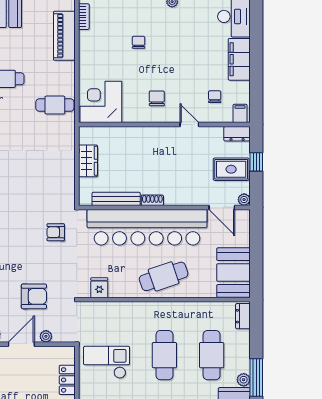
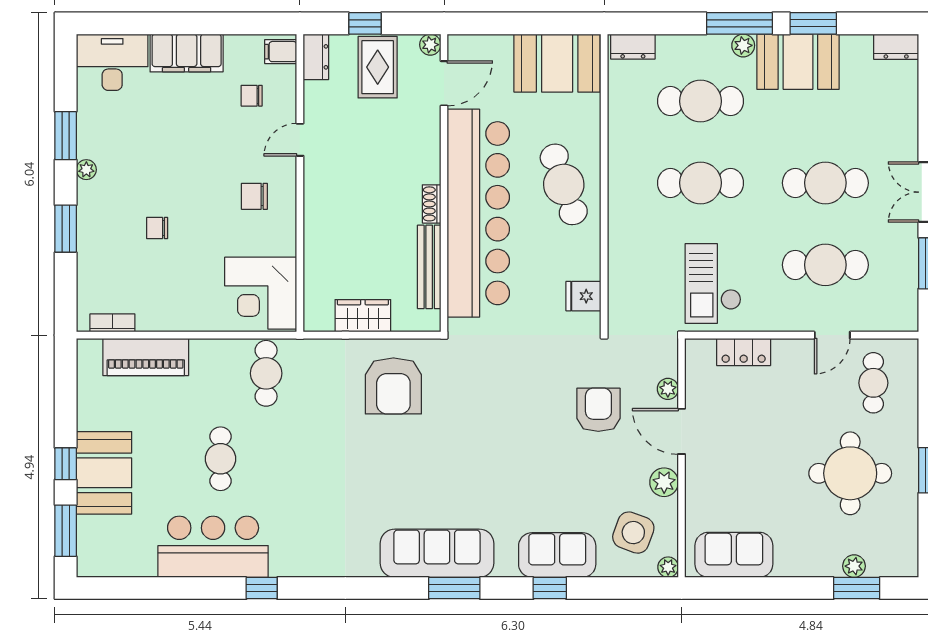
armchair: (56, 232) -> (393, 386), moved, width x1.88, depth x1.88

